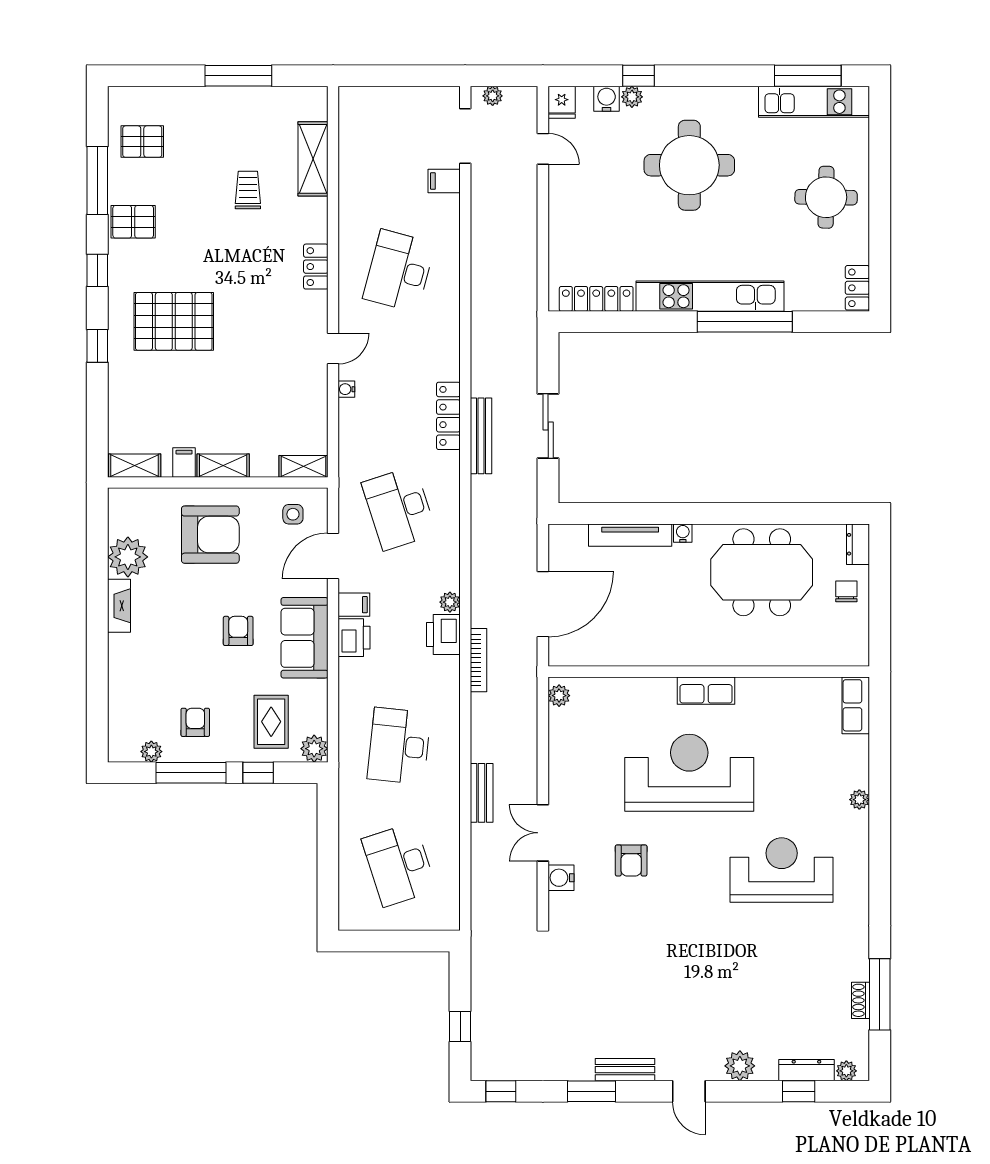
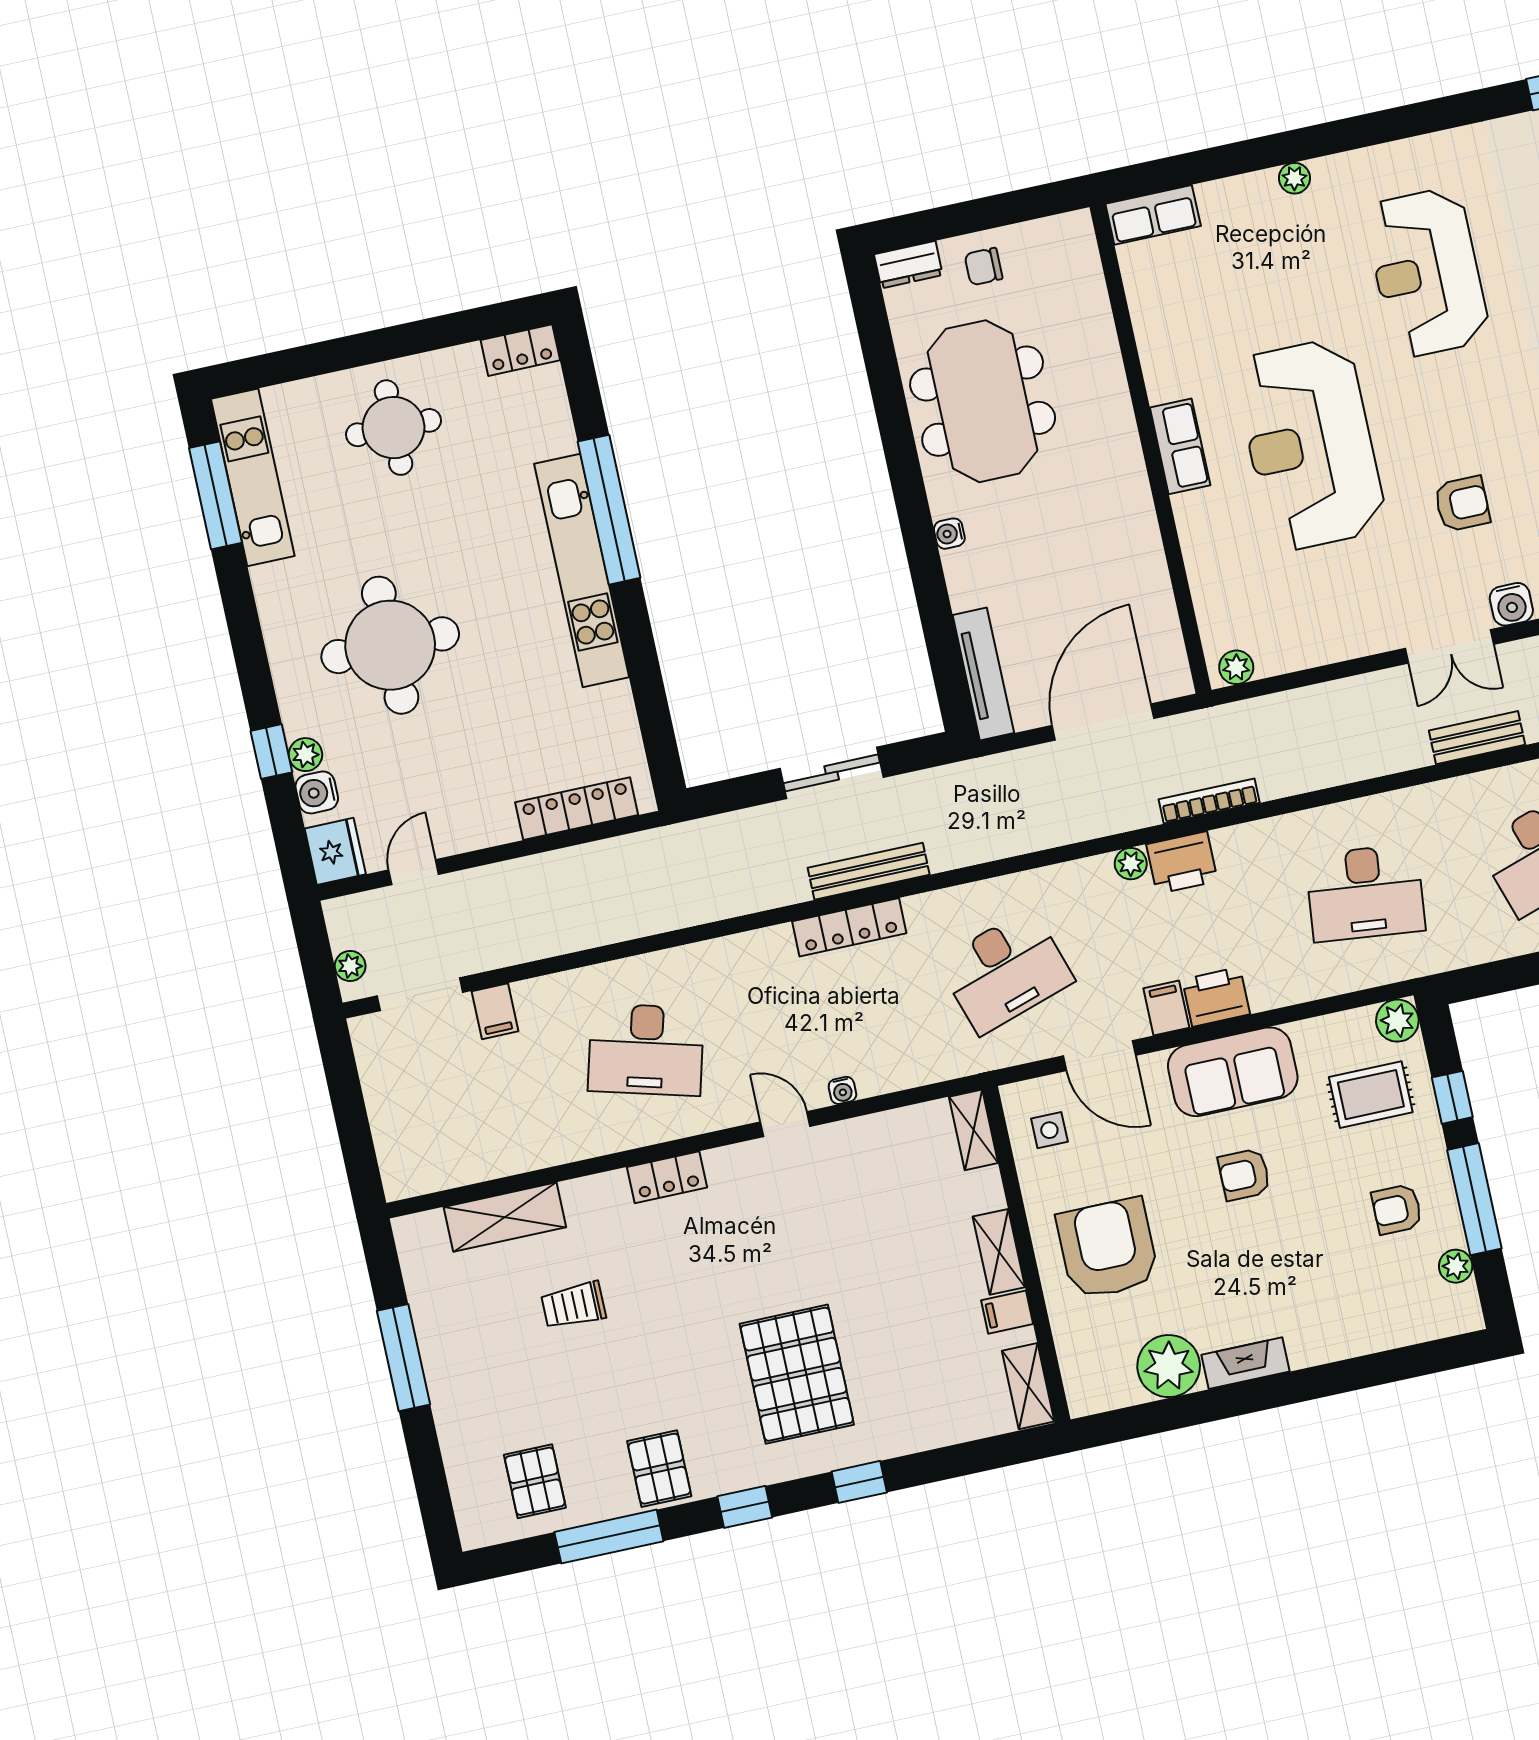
fridge: (562, 102) -> (335, 851), width x1.38
locker: (596, 299) -> (577, 809), moved, turned 90
tv unit: (630, 535) -> (983, 674), moved
door: (543, 604) -> (1103, 722), hinge flipped
bench: (482, 793) -> (1477, 738), moved

